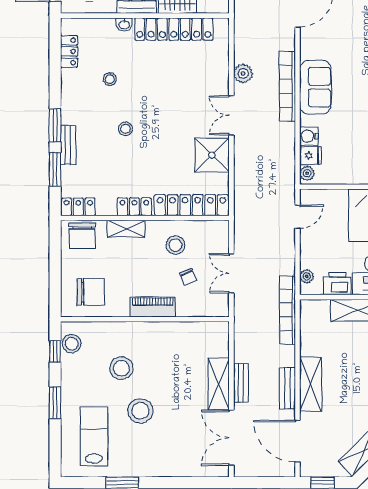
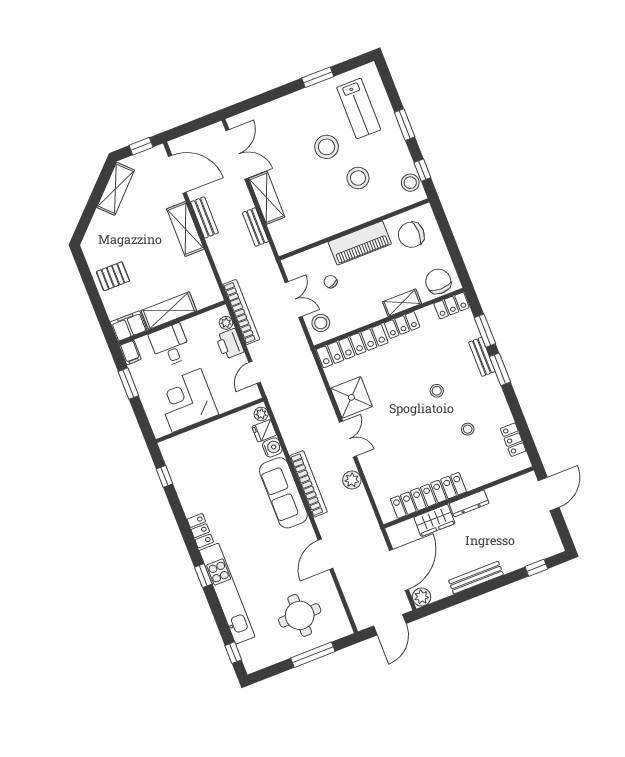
washbasin: (124, 25) -> (474, 482), removed
sofa: (315, 87) -> (283, 493), width x1.36
stool: (175, 245) -> (321, 323), moved
printer: (337, 284) -> (230, 344), moved, turned 90
piano: (153, 307) -> (360, 243), width x1.37, depth x1.33
bookcase: (288, 310) -> (241, 312), moved
bench: (241, 383) -> (256, 227), moved

